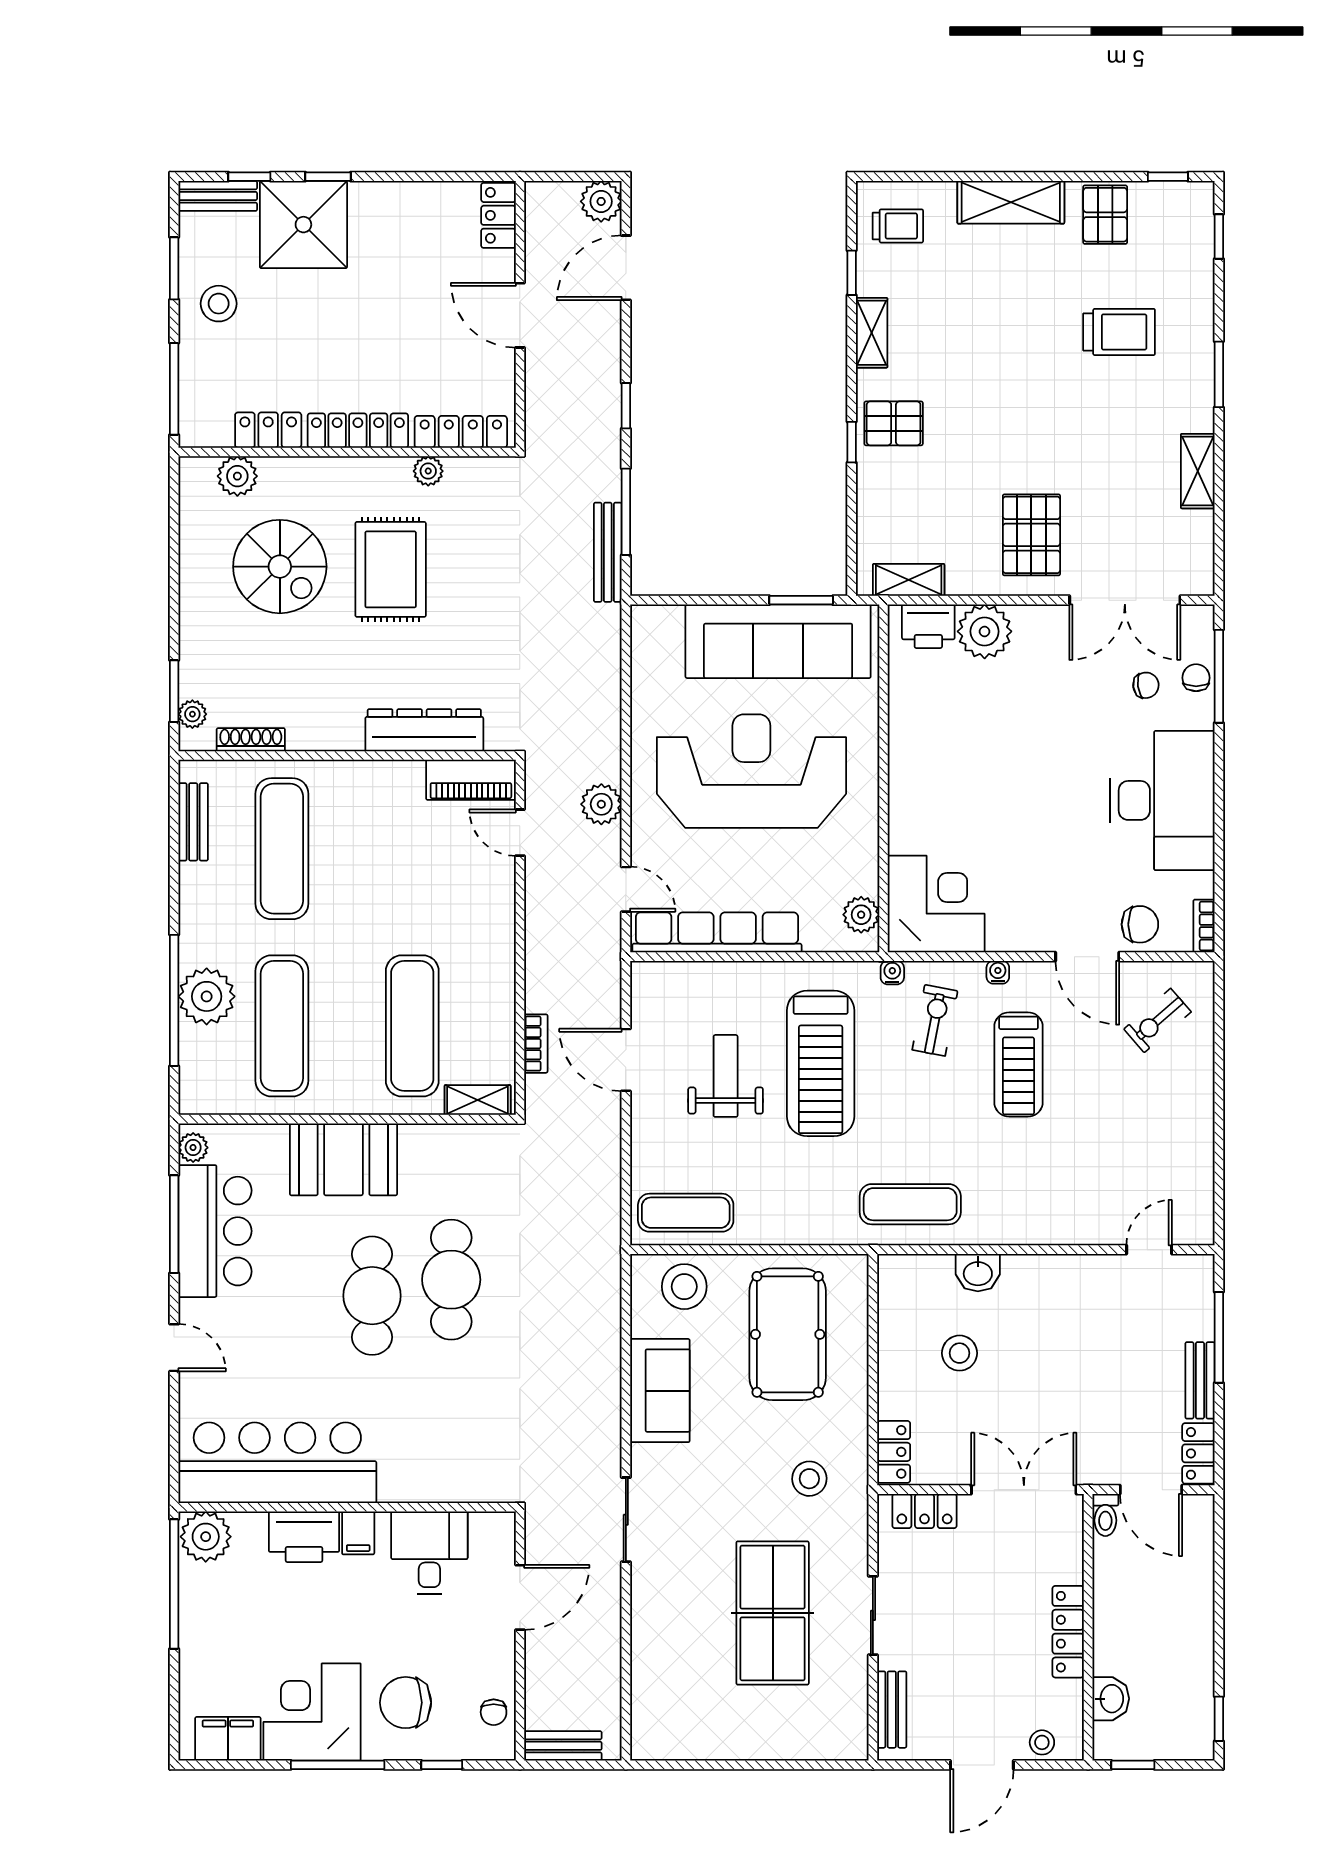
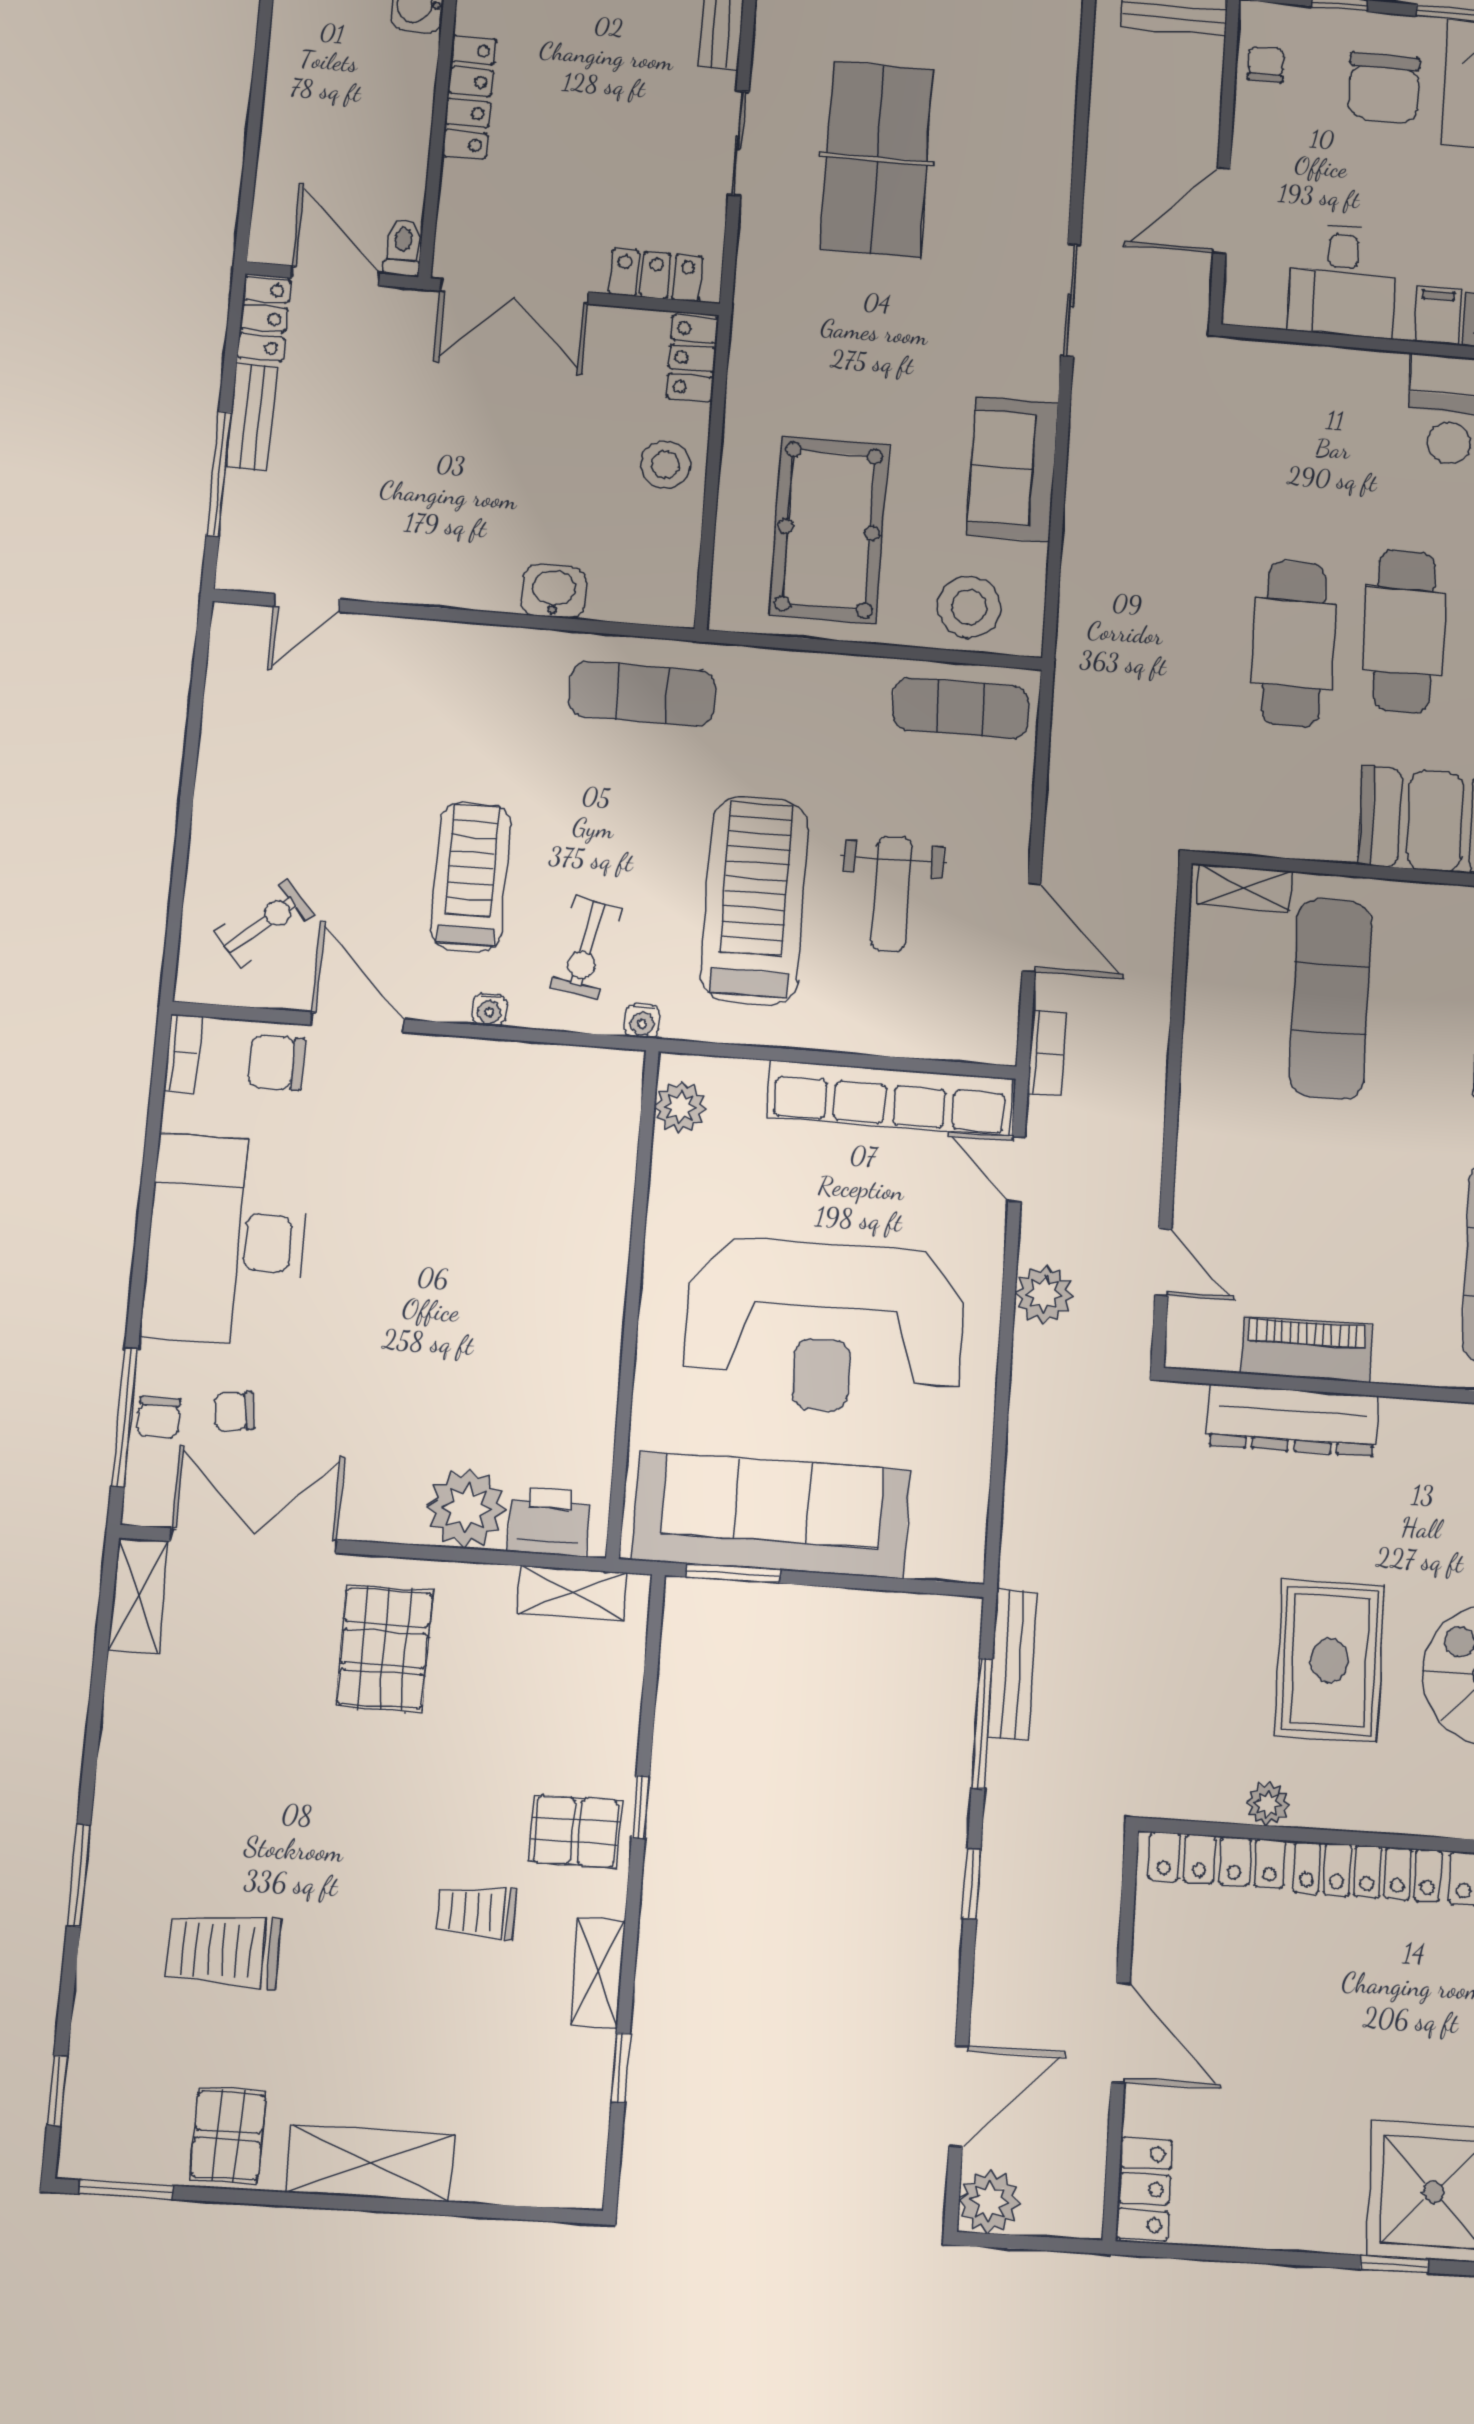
window: (1168, 177) -> (126, 2190), width x1.50
trolley: (898, 226) -> (476, 1912), moved
shelving: (1198, 471) -> (138, 1596), moved
piano: (471, 780) -> (1306, 1349), moved
corner desk: (936, 904) -> (571, 1114), removed
bookcase: (536, 1044) -> (1046, 1053), moved, turned 180
stool: (960, 1353) -> (665, 465), moved
stool: (809, 1479) -> (813, 332), removed
chair: (406, 1703) -> (1384, 88), turned 90

